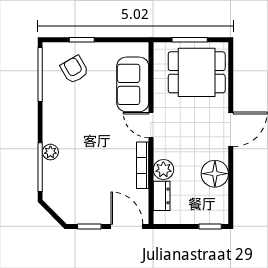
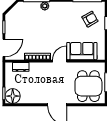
plant: (163, 170) -> (35, 68), removed
floor lamp: (215, 174) -> (13, 96), moved

